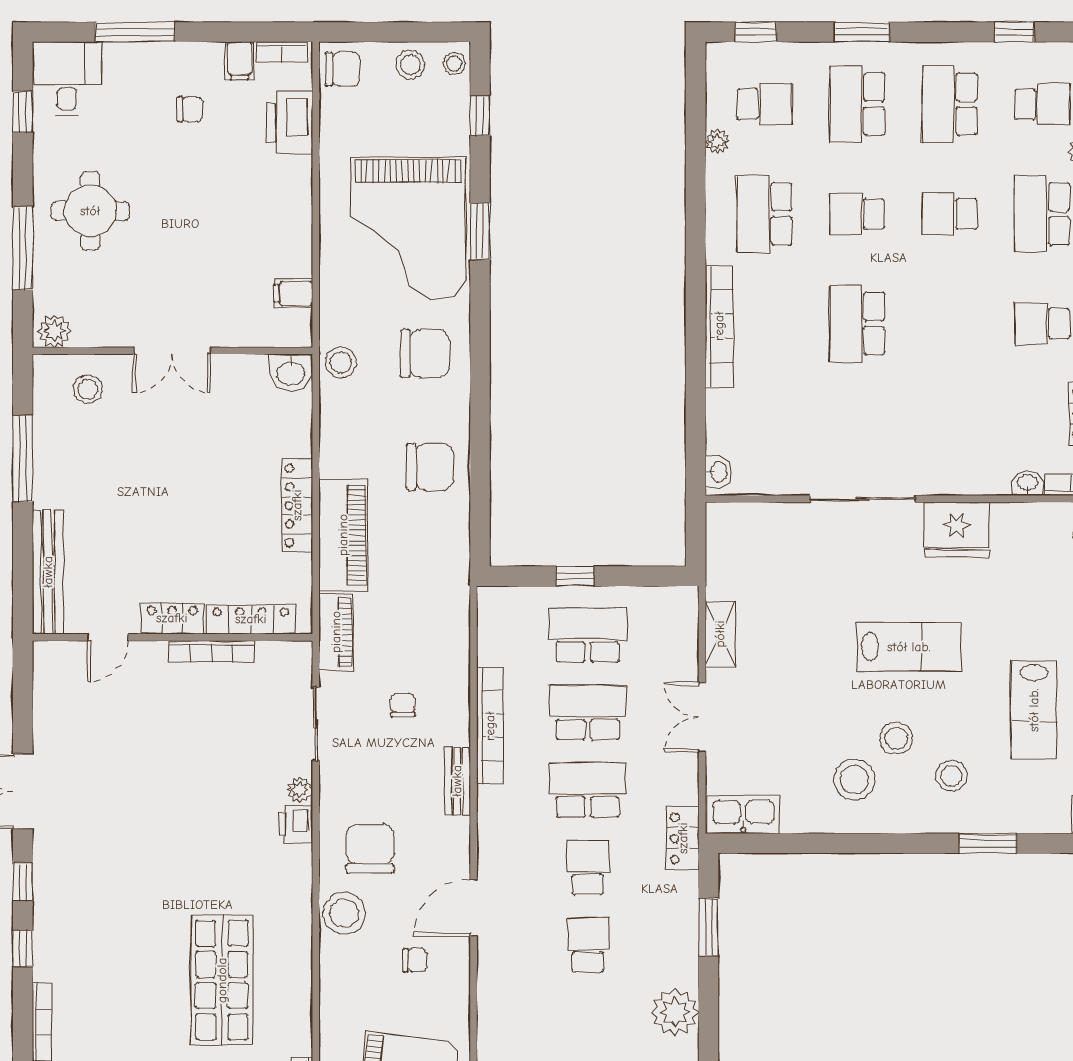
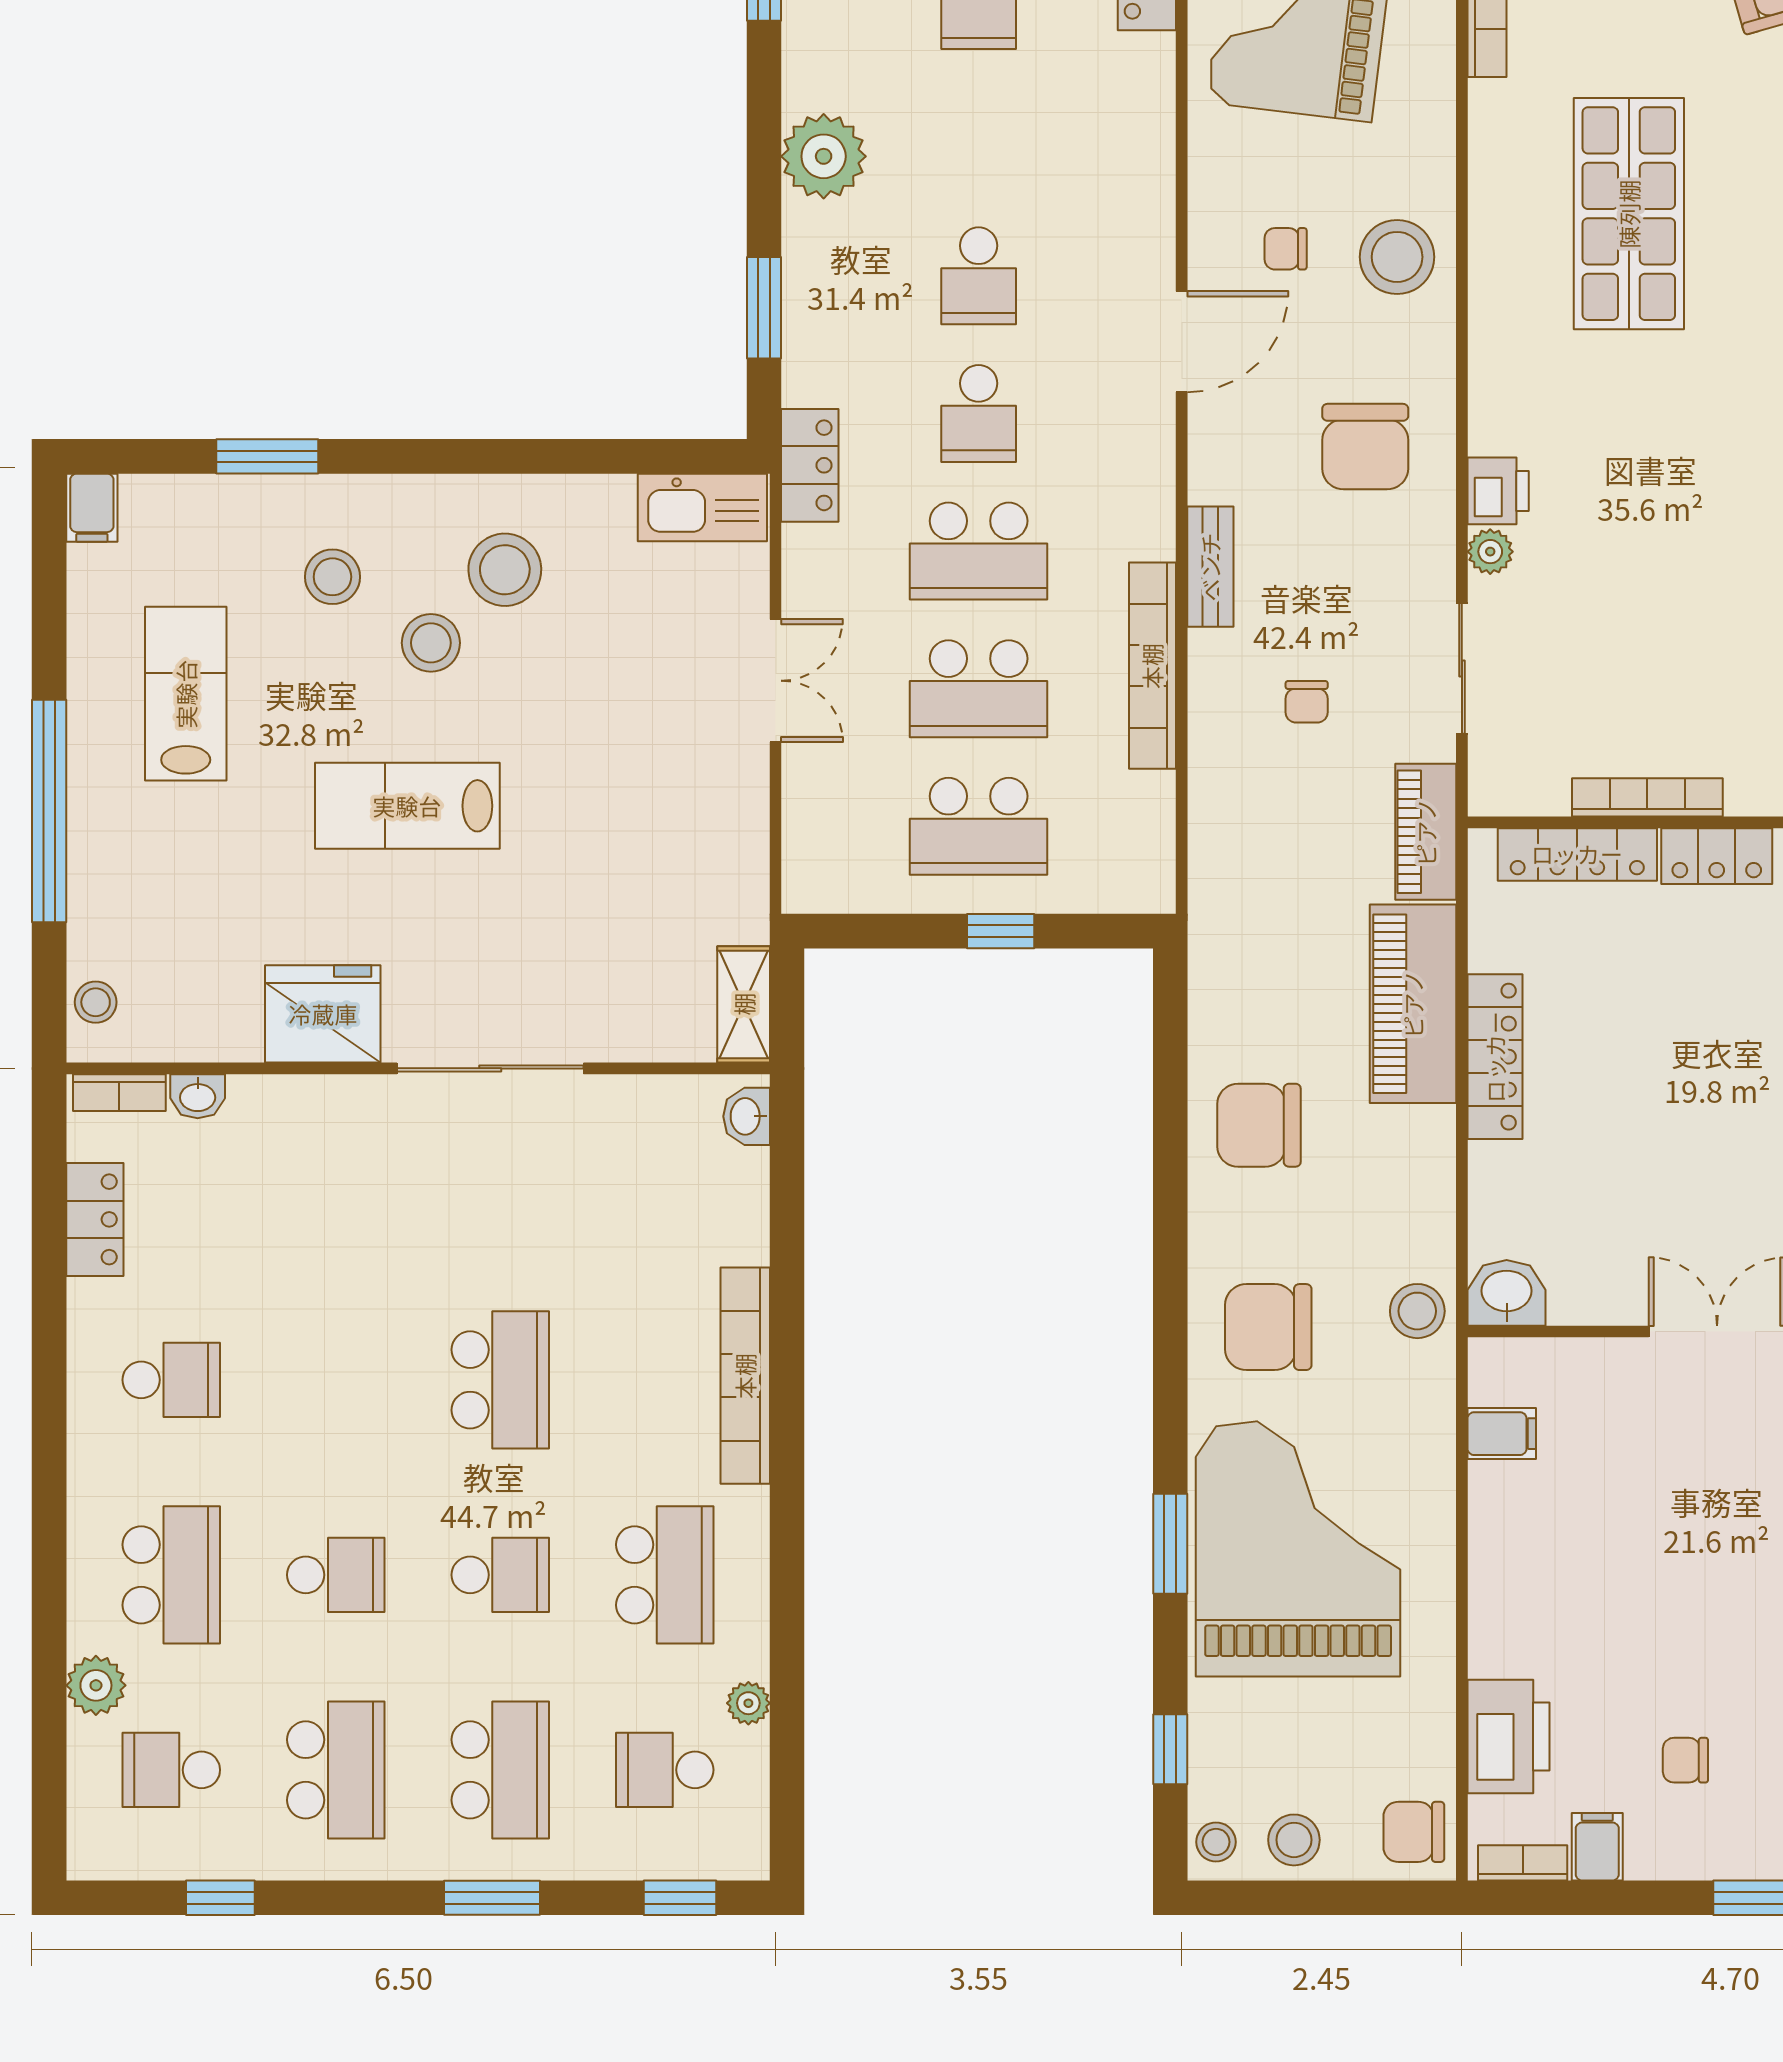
shelving: (720, 634) -> (744, 1004), moved
stool: (344, 913) -> (1397, 257), moved

